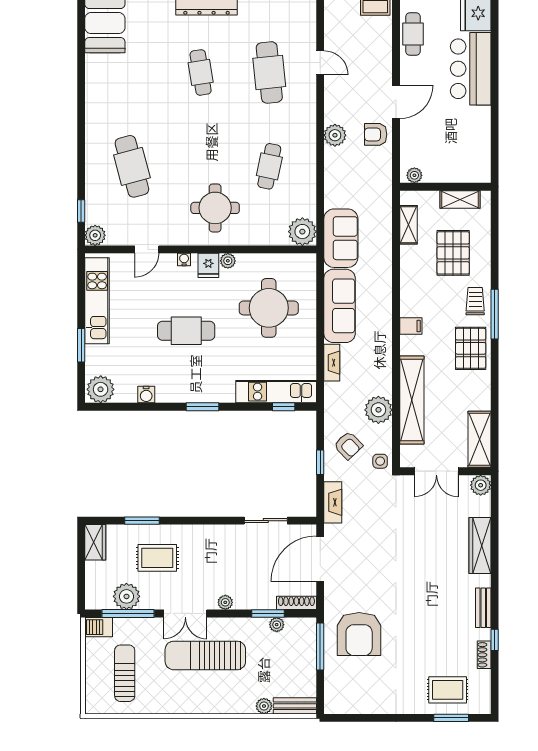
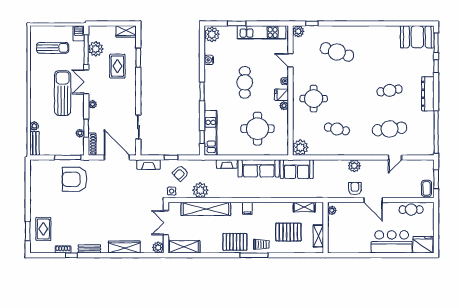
cafe table: (132, 166) -> (337, 52), turned 33

